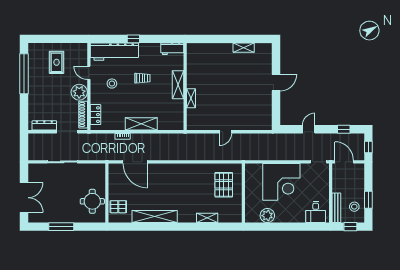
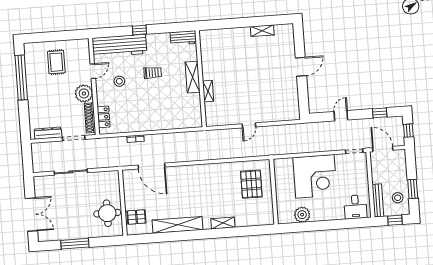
door: (89, 73) -> (93, 71), swing flipped
shelving: (141, 124) -> (155, 123), removed
shelving: (207, 218) -> (223, 223), moved

